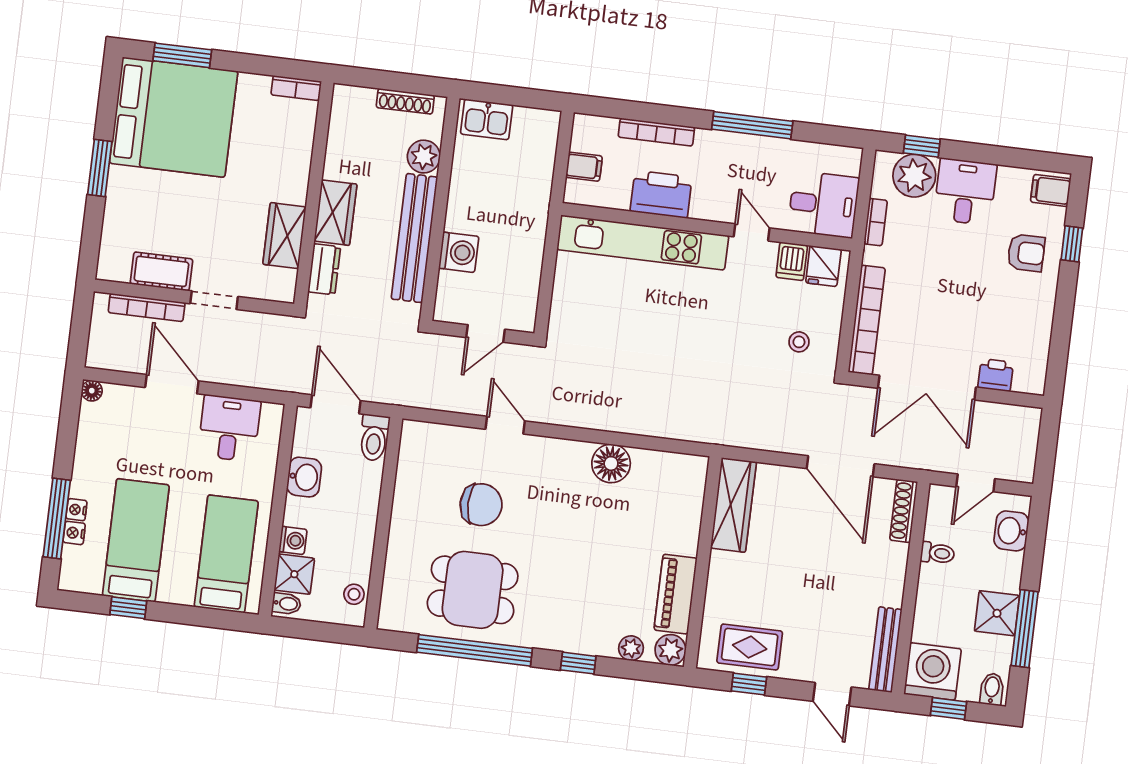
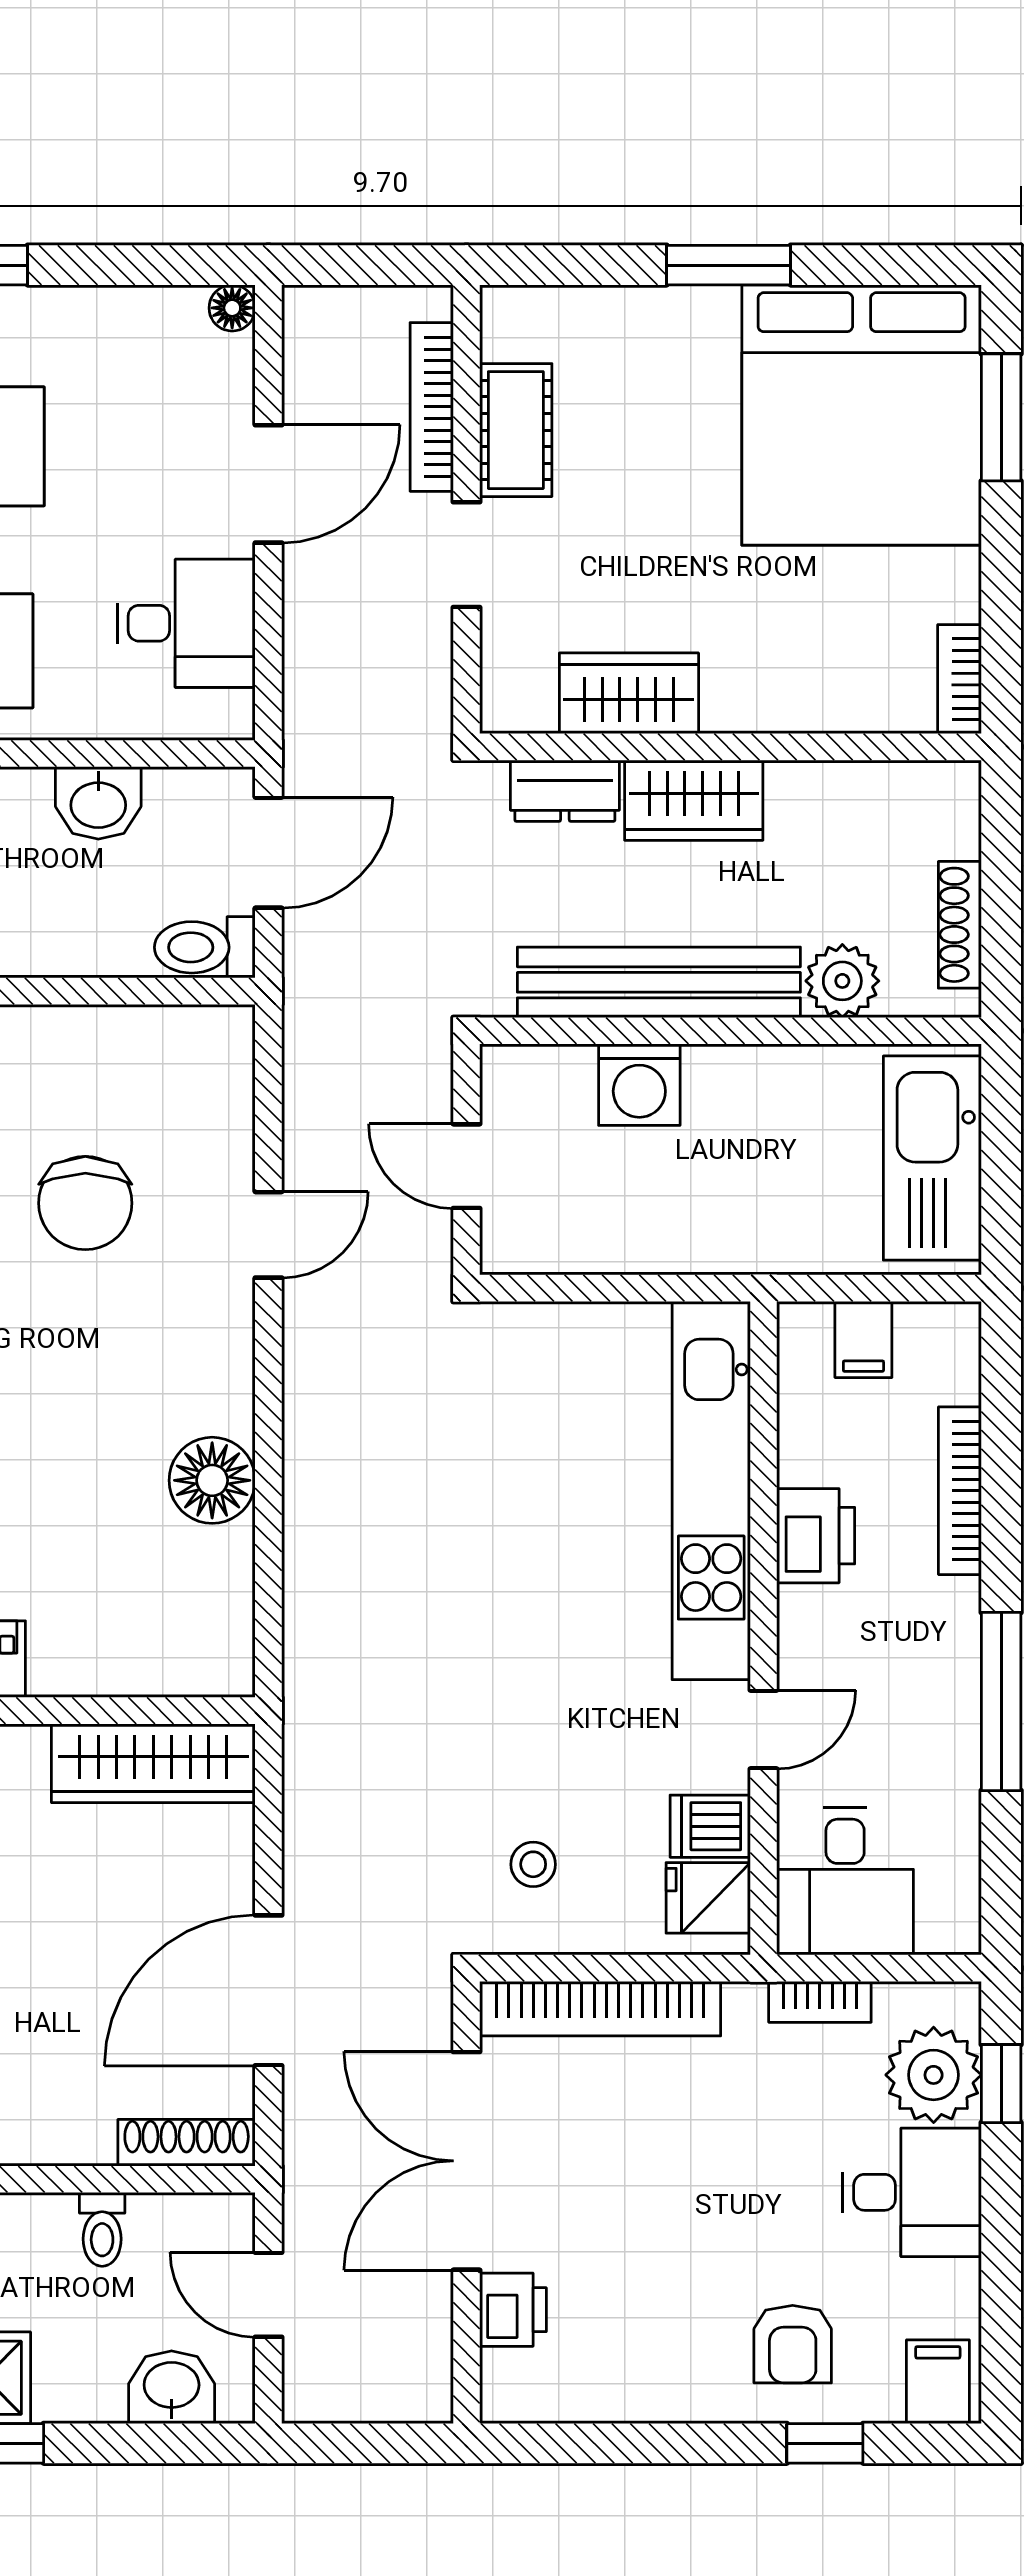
kitchen sink: (487, 119) -> (932, 1158), width x1.88, depth x1.24
printer: (661, 194) -> (816, 1536), width x0.73, depth x0.84

